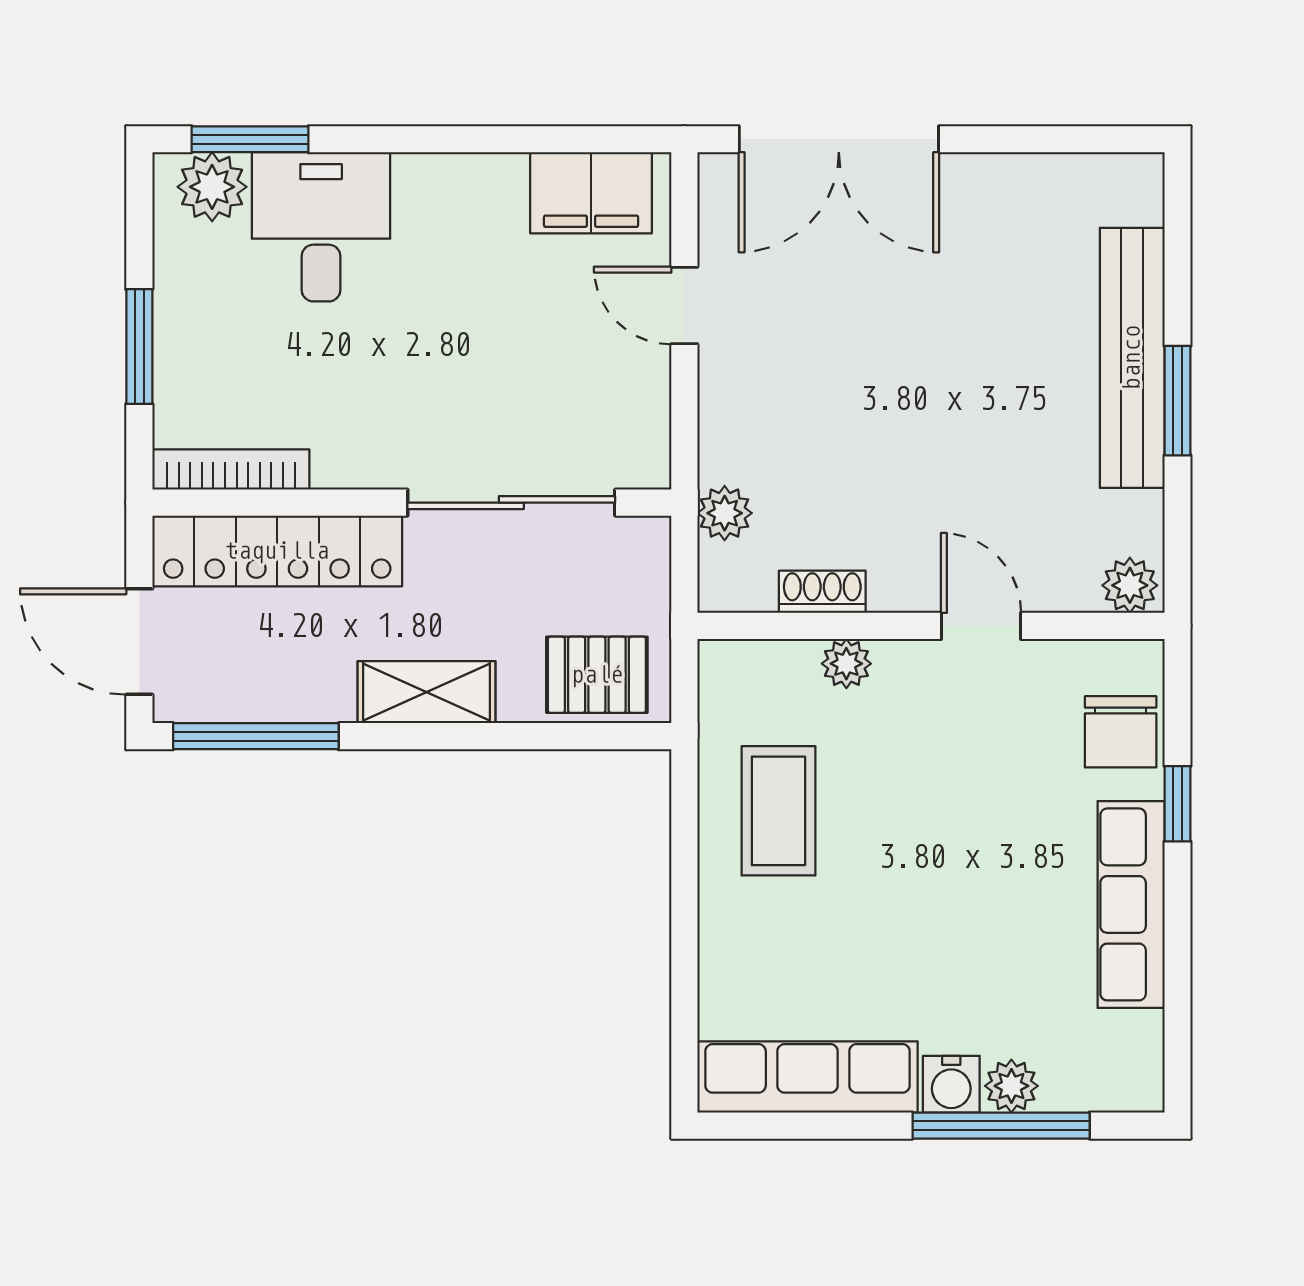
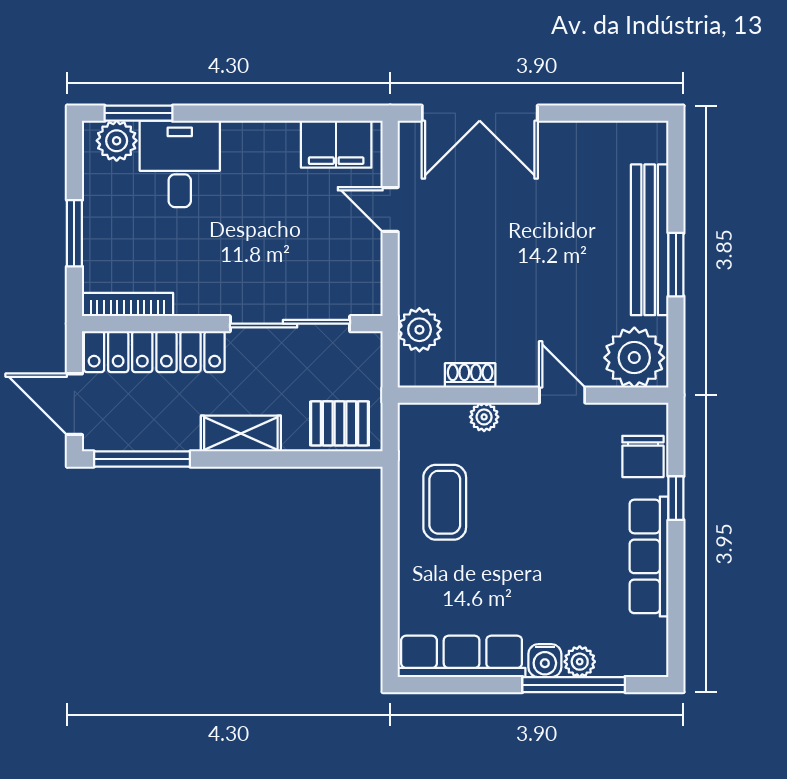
plant: (725, 513) -> (419, 330), width x1.38, depth x1.38
plant: (1130, 585) -> (634, 358), width x1.87, depth x1.87

